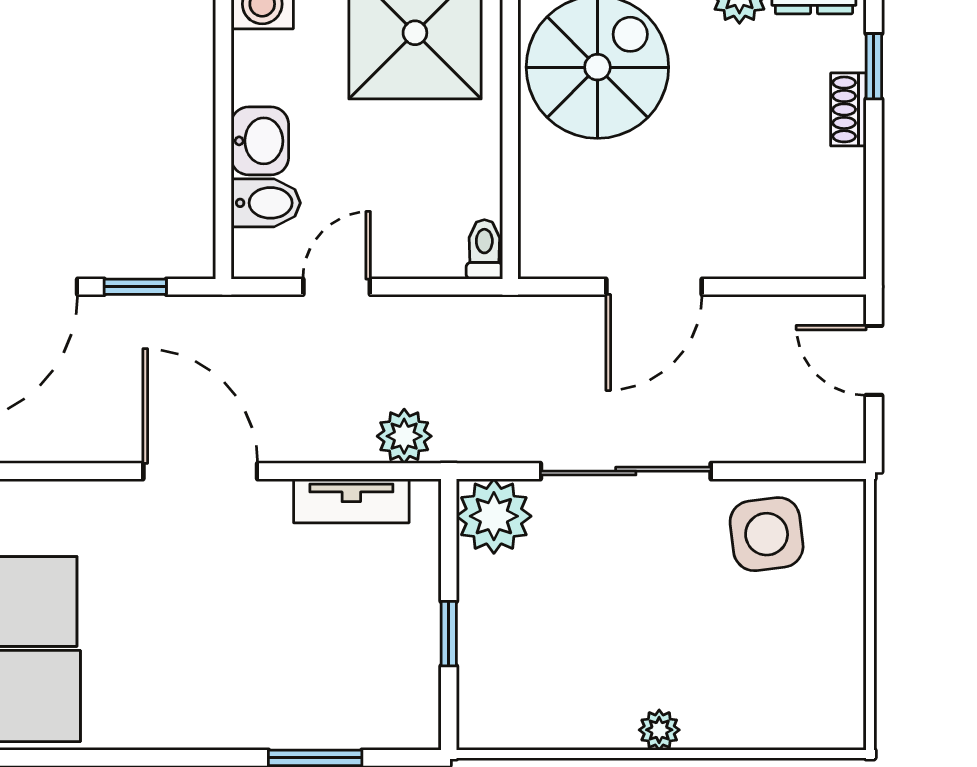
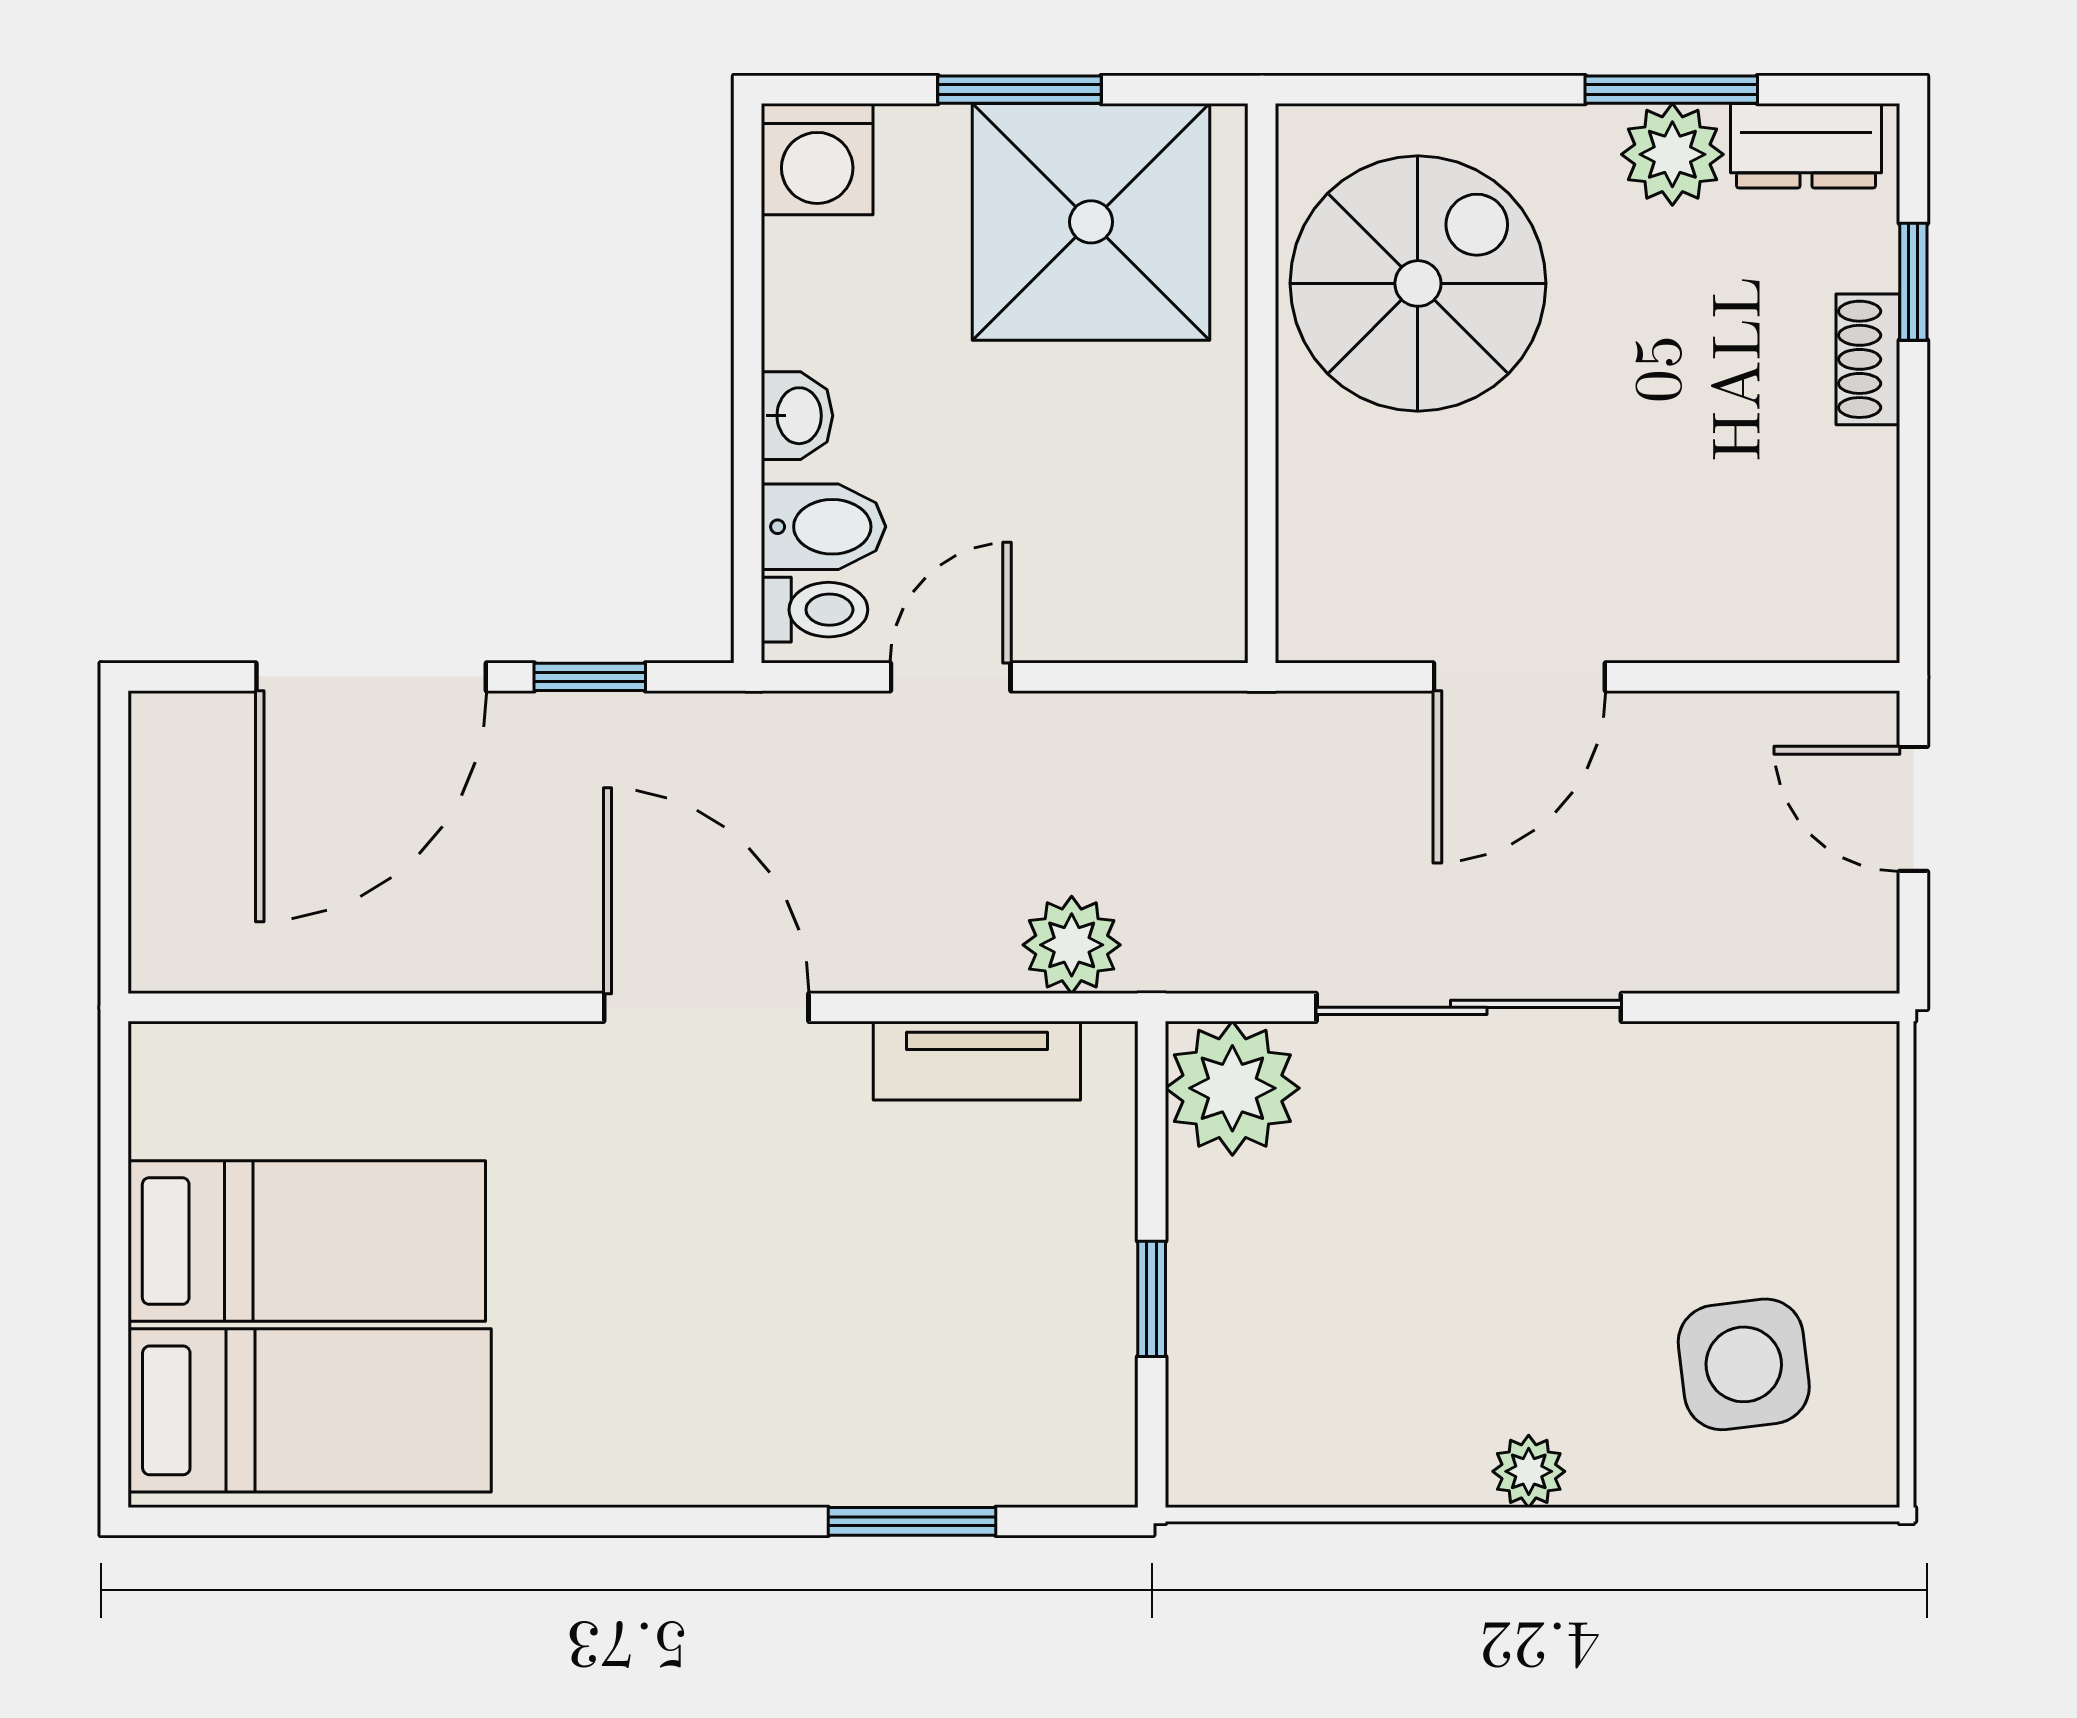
washbasin: (260, 141) -> (797, 416), width x0.72, depth x0.69
toilet: (484, 249) -> (815, 610), moved, turned 90
side table: (767, 534) -> (1744, 1364), moved

